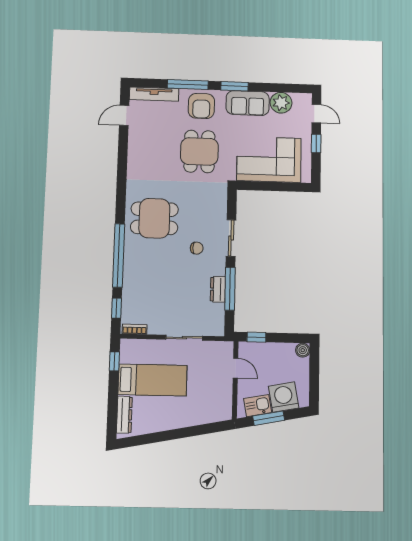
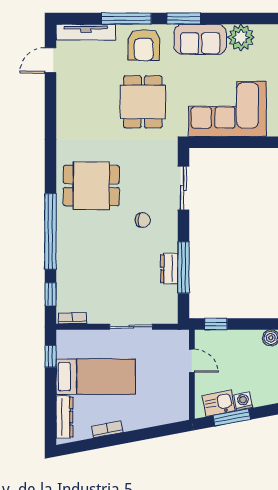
sliding door: (231, 238) -> (184, 188), moved
washing machine: (284, 397) -> (243, 401), width x0.53, depth x0.53
bookcase: (161, 426) -> (107, 429), added

